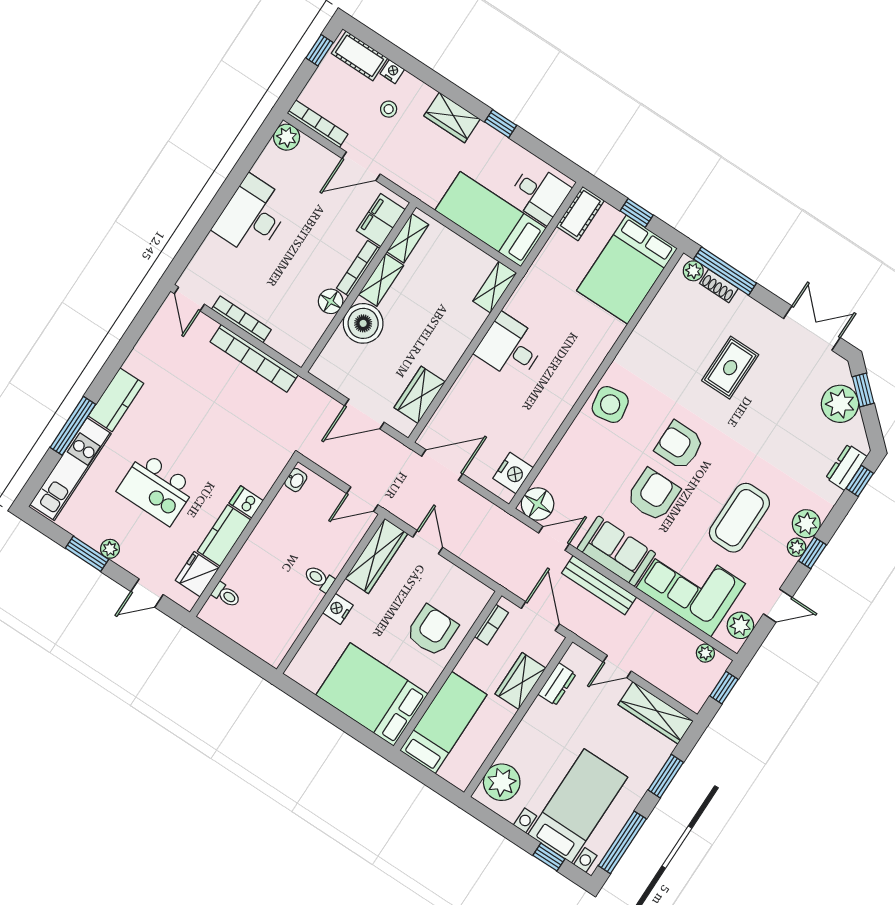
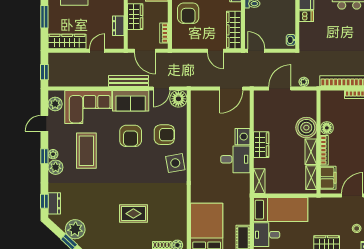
rug: (730, 368) -> (133, 214), turned 90
wardrobe: (420, 395) -> (261, 145), moved
armchair: (679, 445) -> (164, 135), moved
nightstand: (513, 473) -> (243, 137), moved, turned 180
door: (362, 499) -> (256, 51), hinge flipped
plant: (705, 653) -> (304, 82), moved

